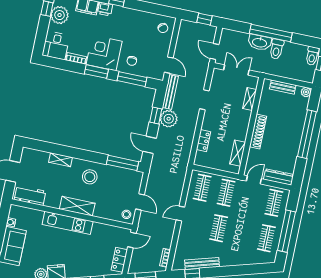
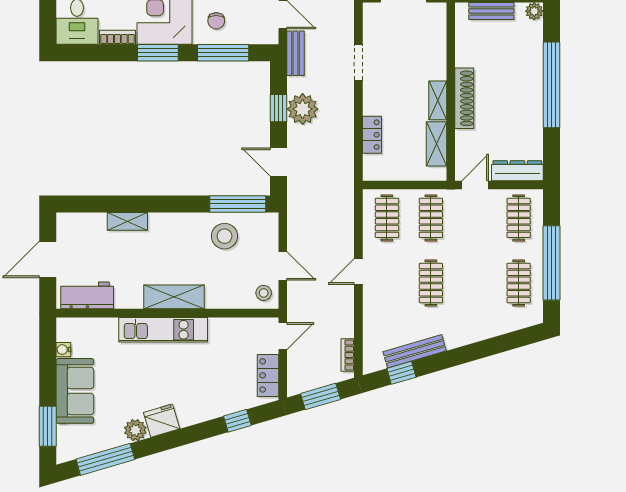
bench: (170, 92) -> (295, 53), width x0.73
shelving: (250, 99) -> (438, 100), moved
stool: (90, 177) -> (225, 236), moved

